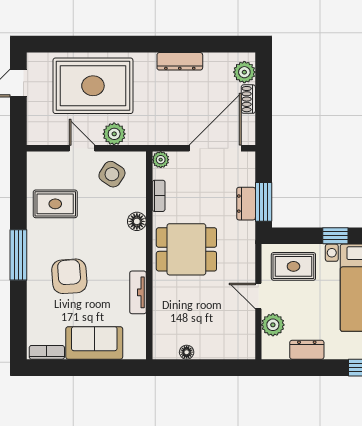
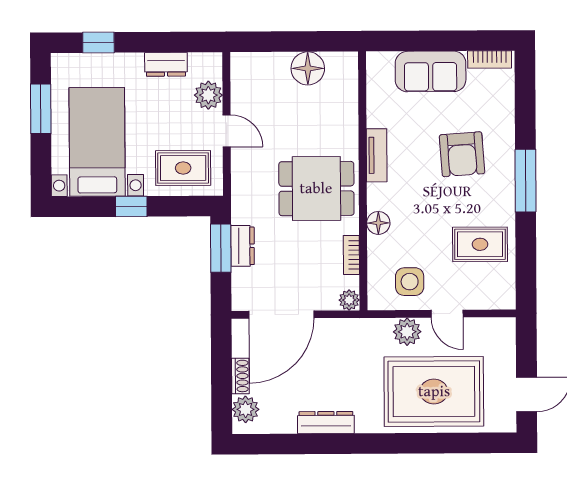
side table: (112, 174) -> (410, 282), turned -33
tv unit: (138, 292) -> (377, 155), moved
floor lamp: (187, 352) -> (308, 68), width x1.89, depth x1.89

